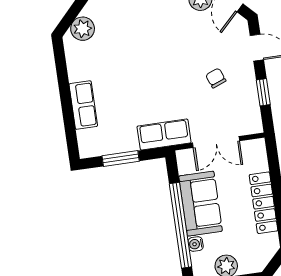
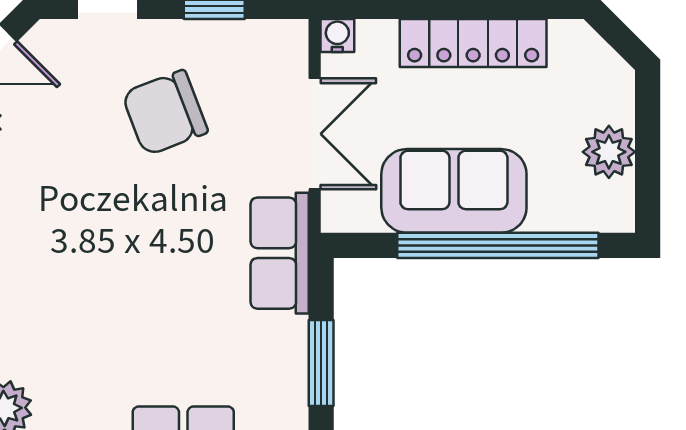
chair: (216, 78) -> (165, 113), width x1.87, depth x1.87
water cooler: (196, 244) -> (337, 35), moved, turned 180

